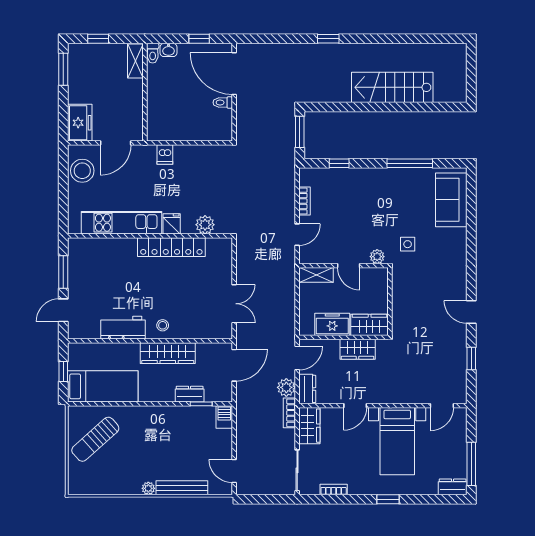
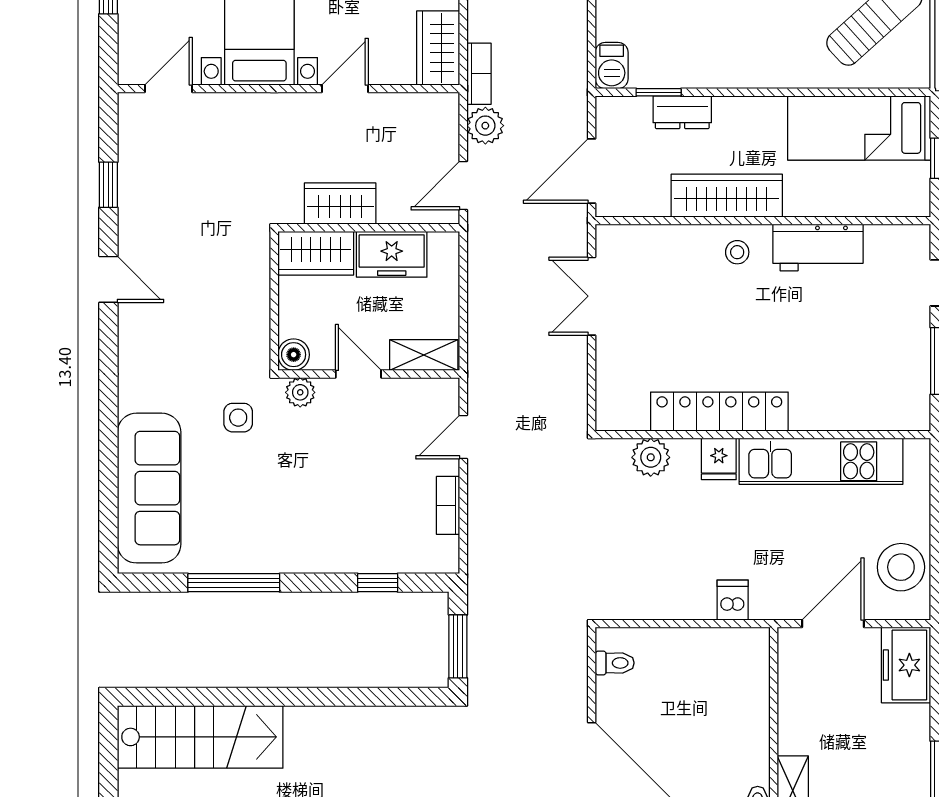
stairs: (392, 87) -> (200, 737), moved
toilet: (223, 103) -> (615, 663), moved
sofa: (451, 200) -> (149, 488), width x1.36
boiler: (380, 275) -> (294, 355), added
dresser: (307, 389) -> (443, 123), removed

